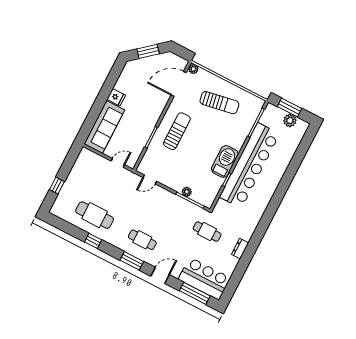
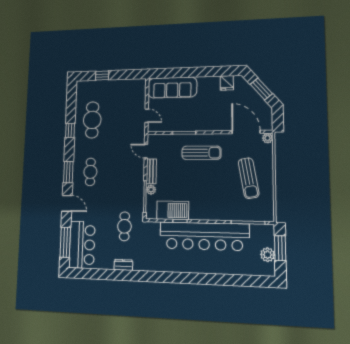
fridge: (116, 97) -> (227, 83), moved
barbecue: (225, 161) -> (173, 210), moved
bench: (171, 183) -> (151, 171), added

